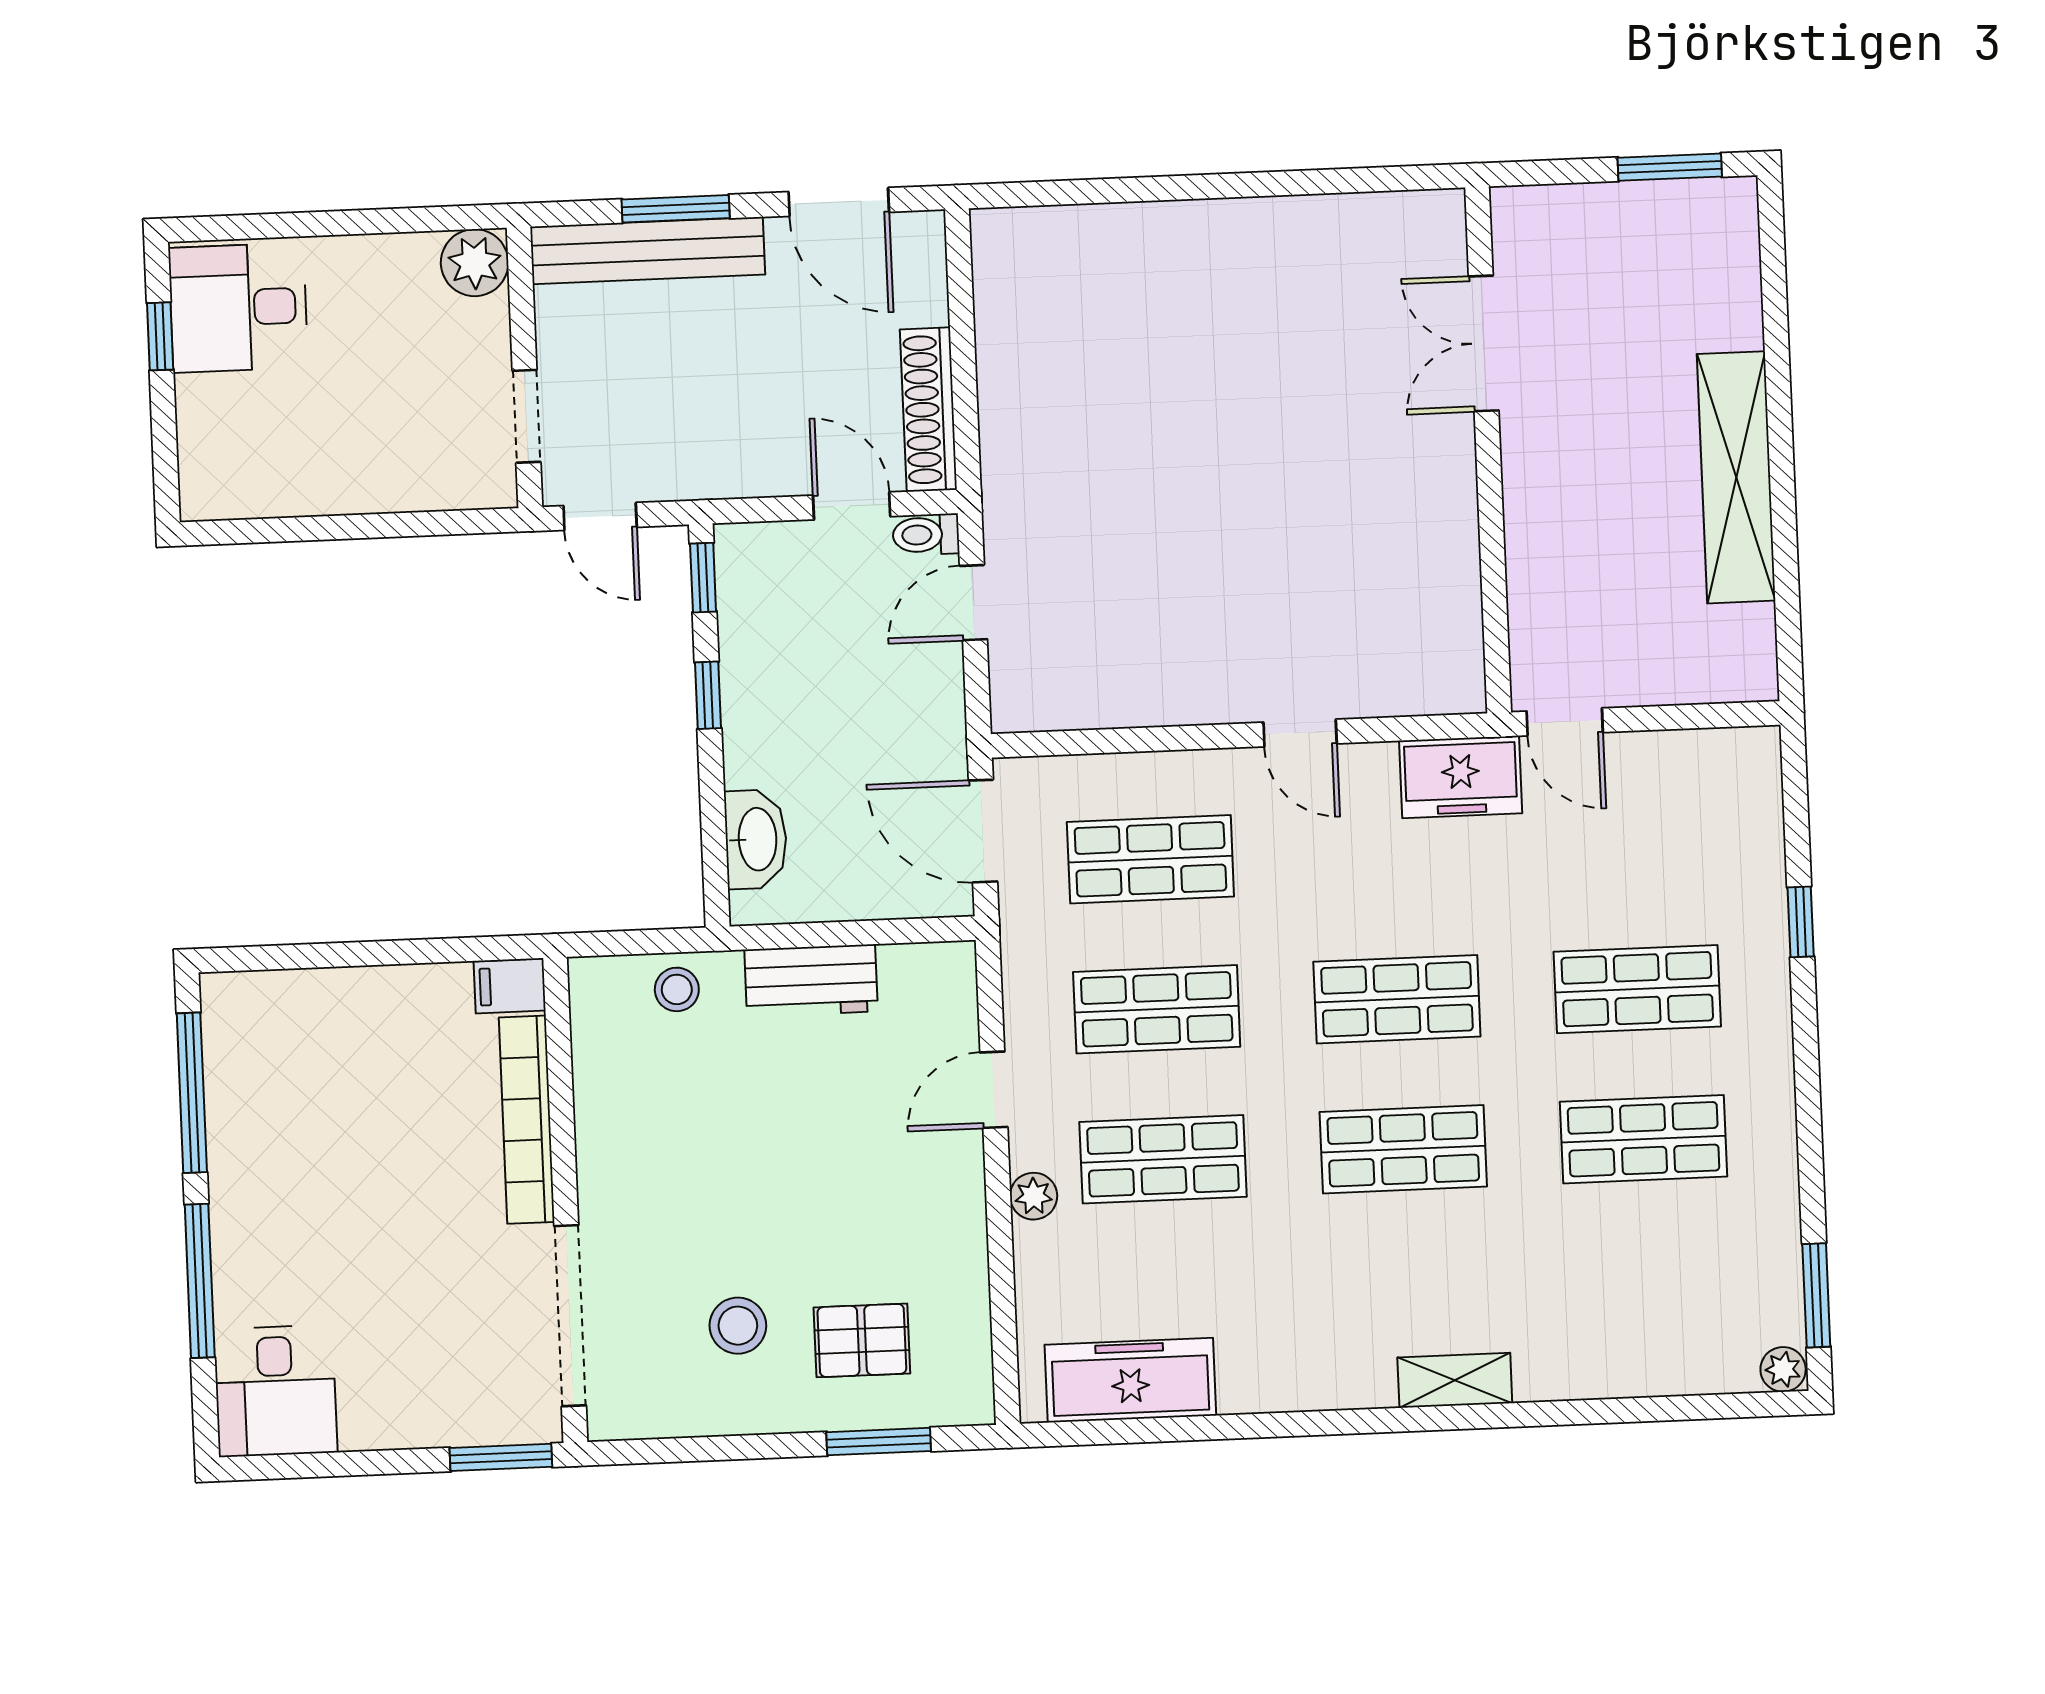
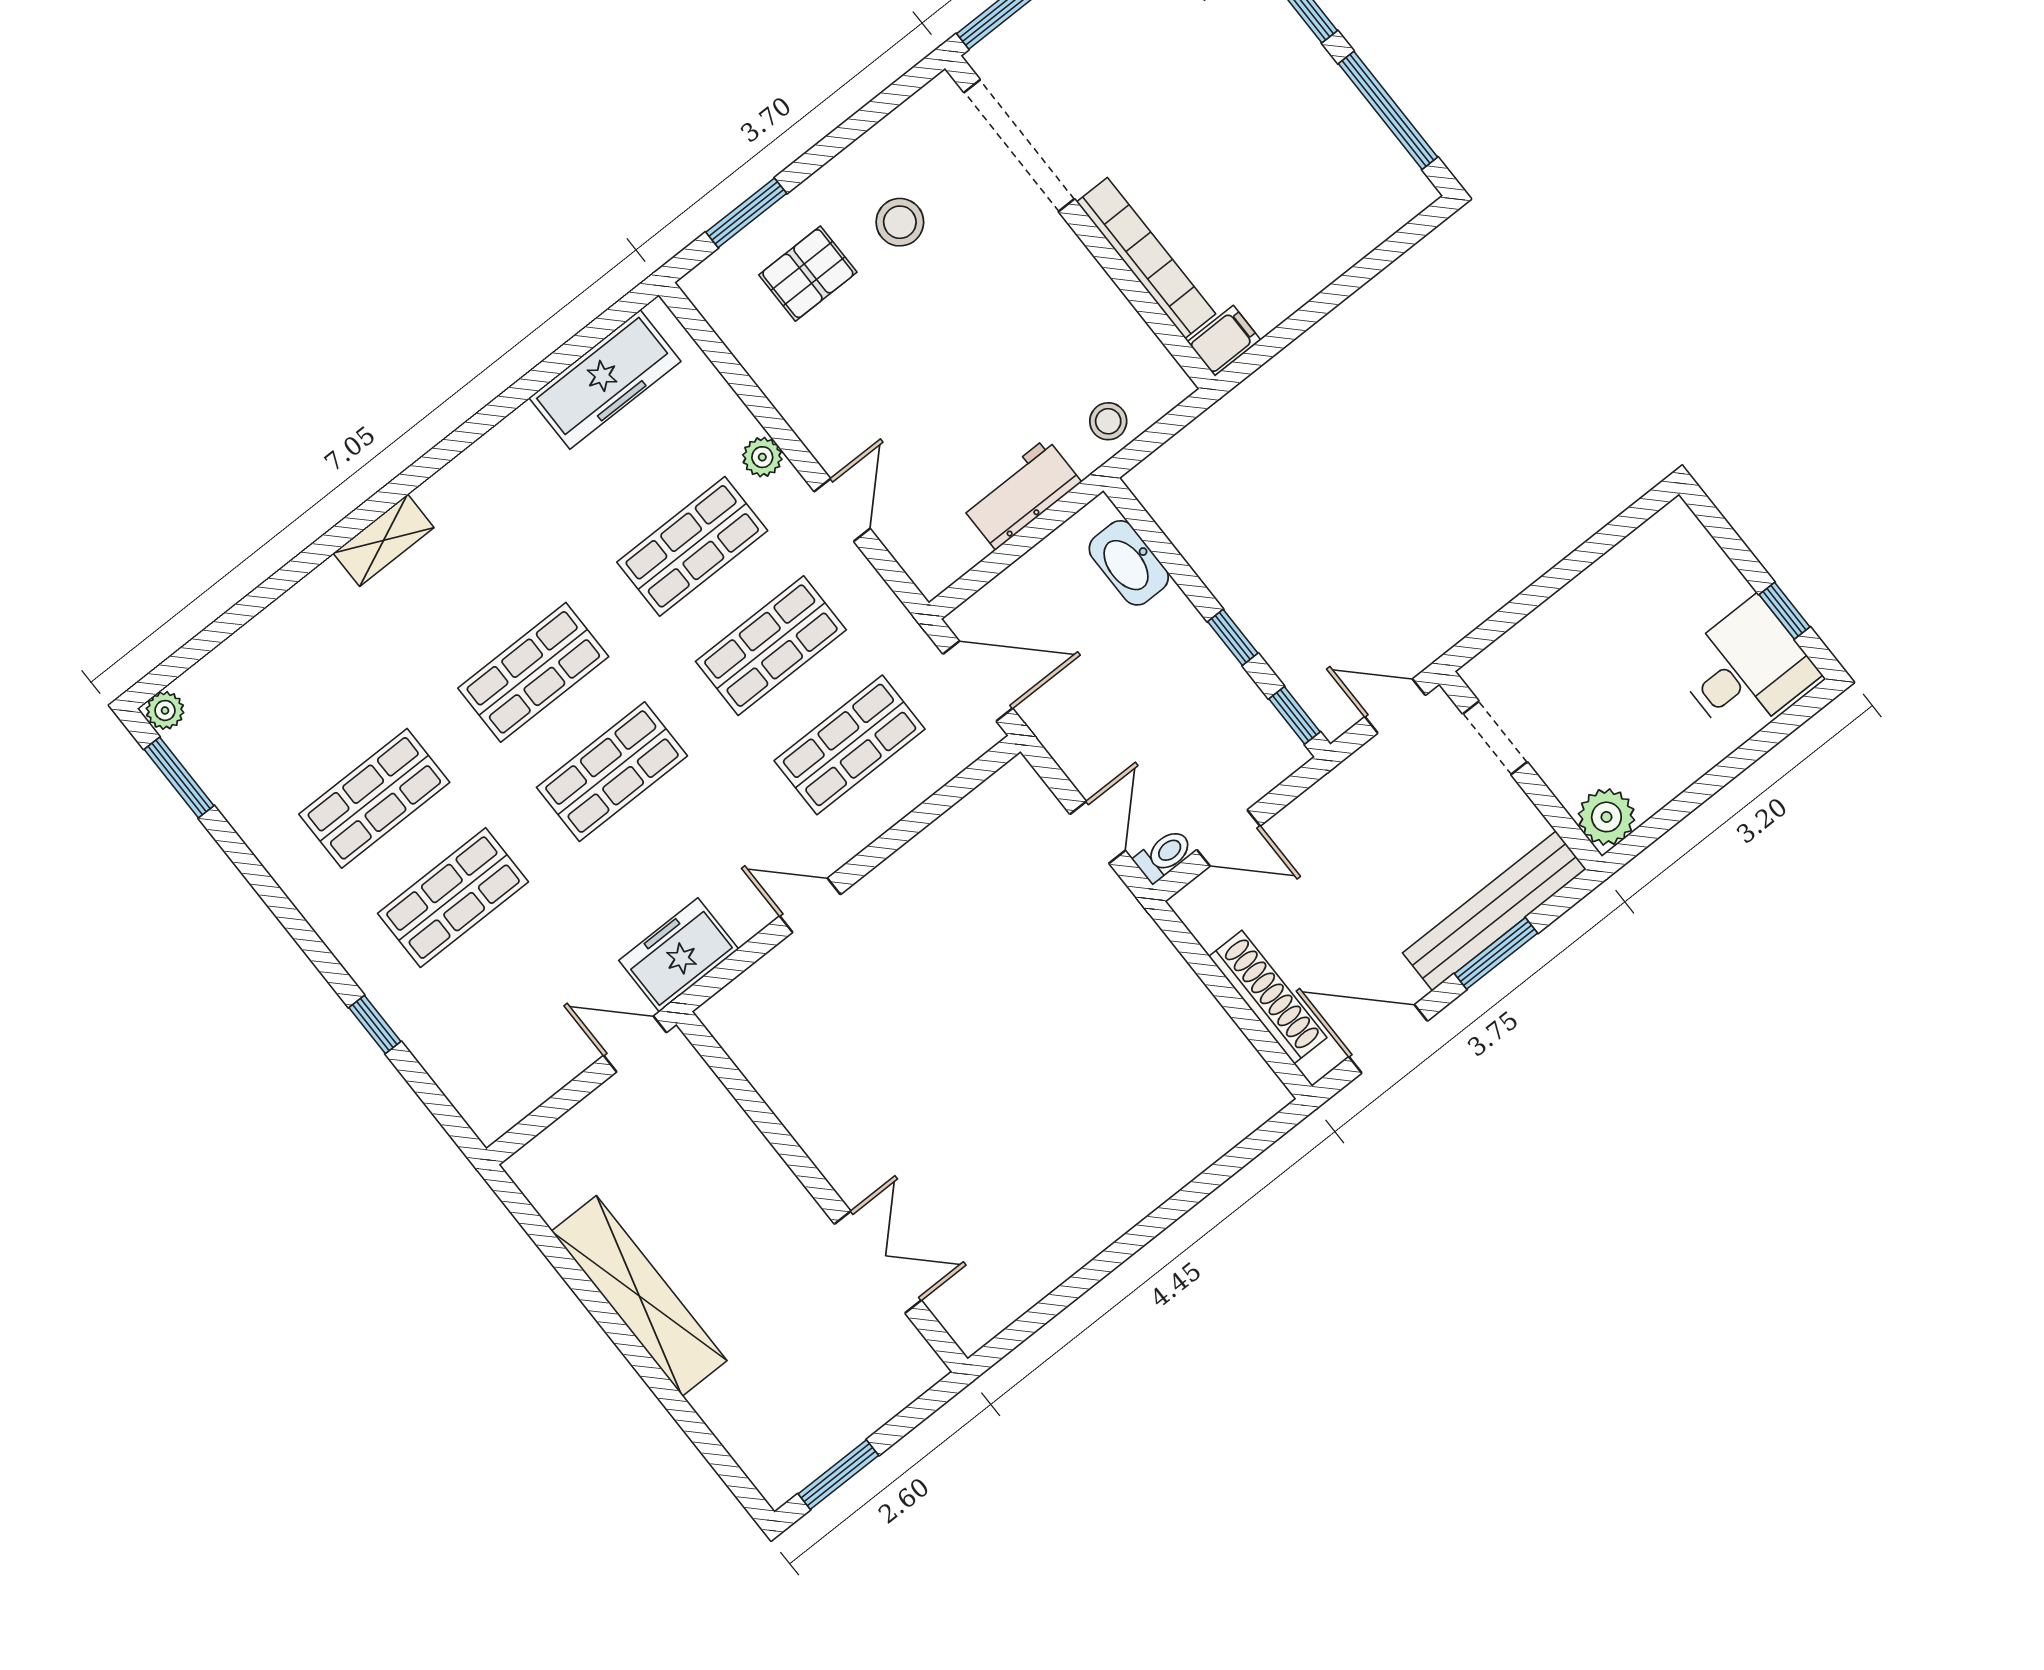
shoe rack: (928, 410) -> (1268, 997), moved

